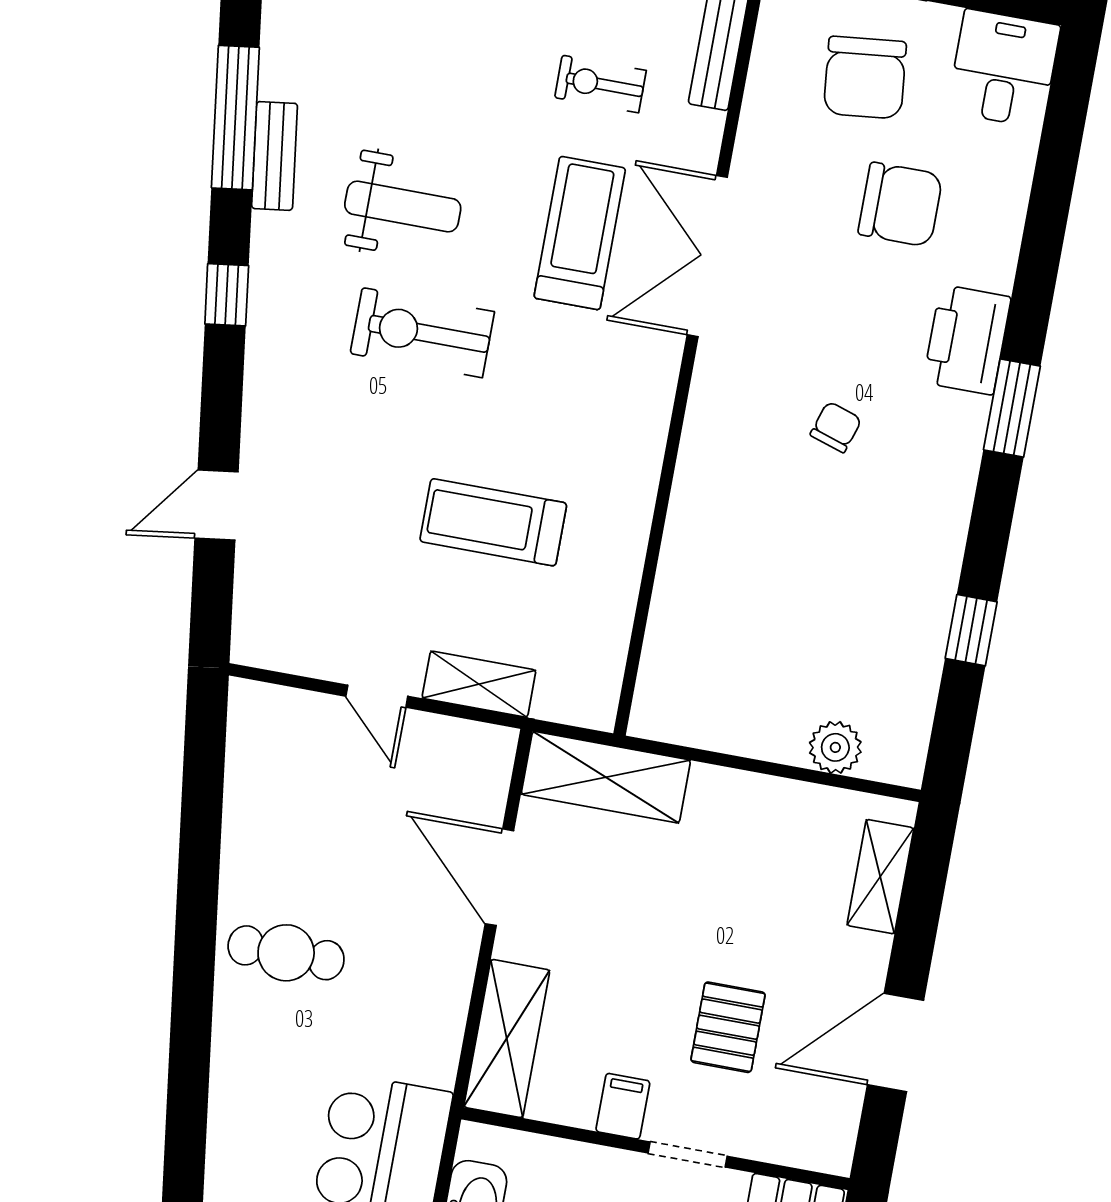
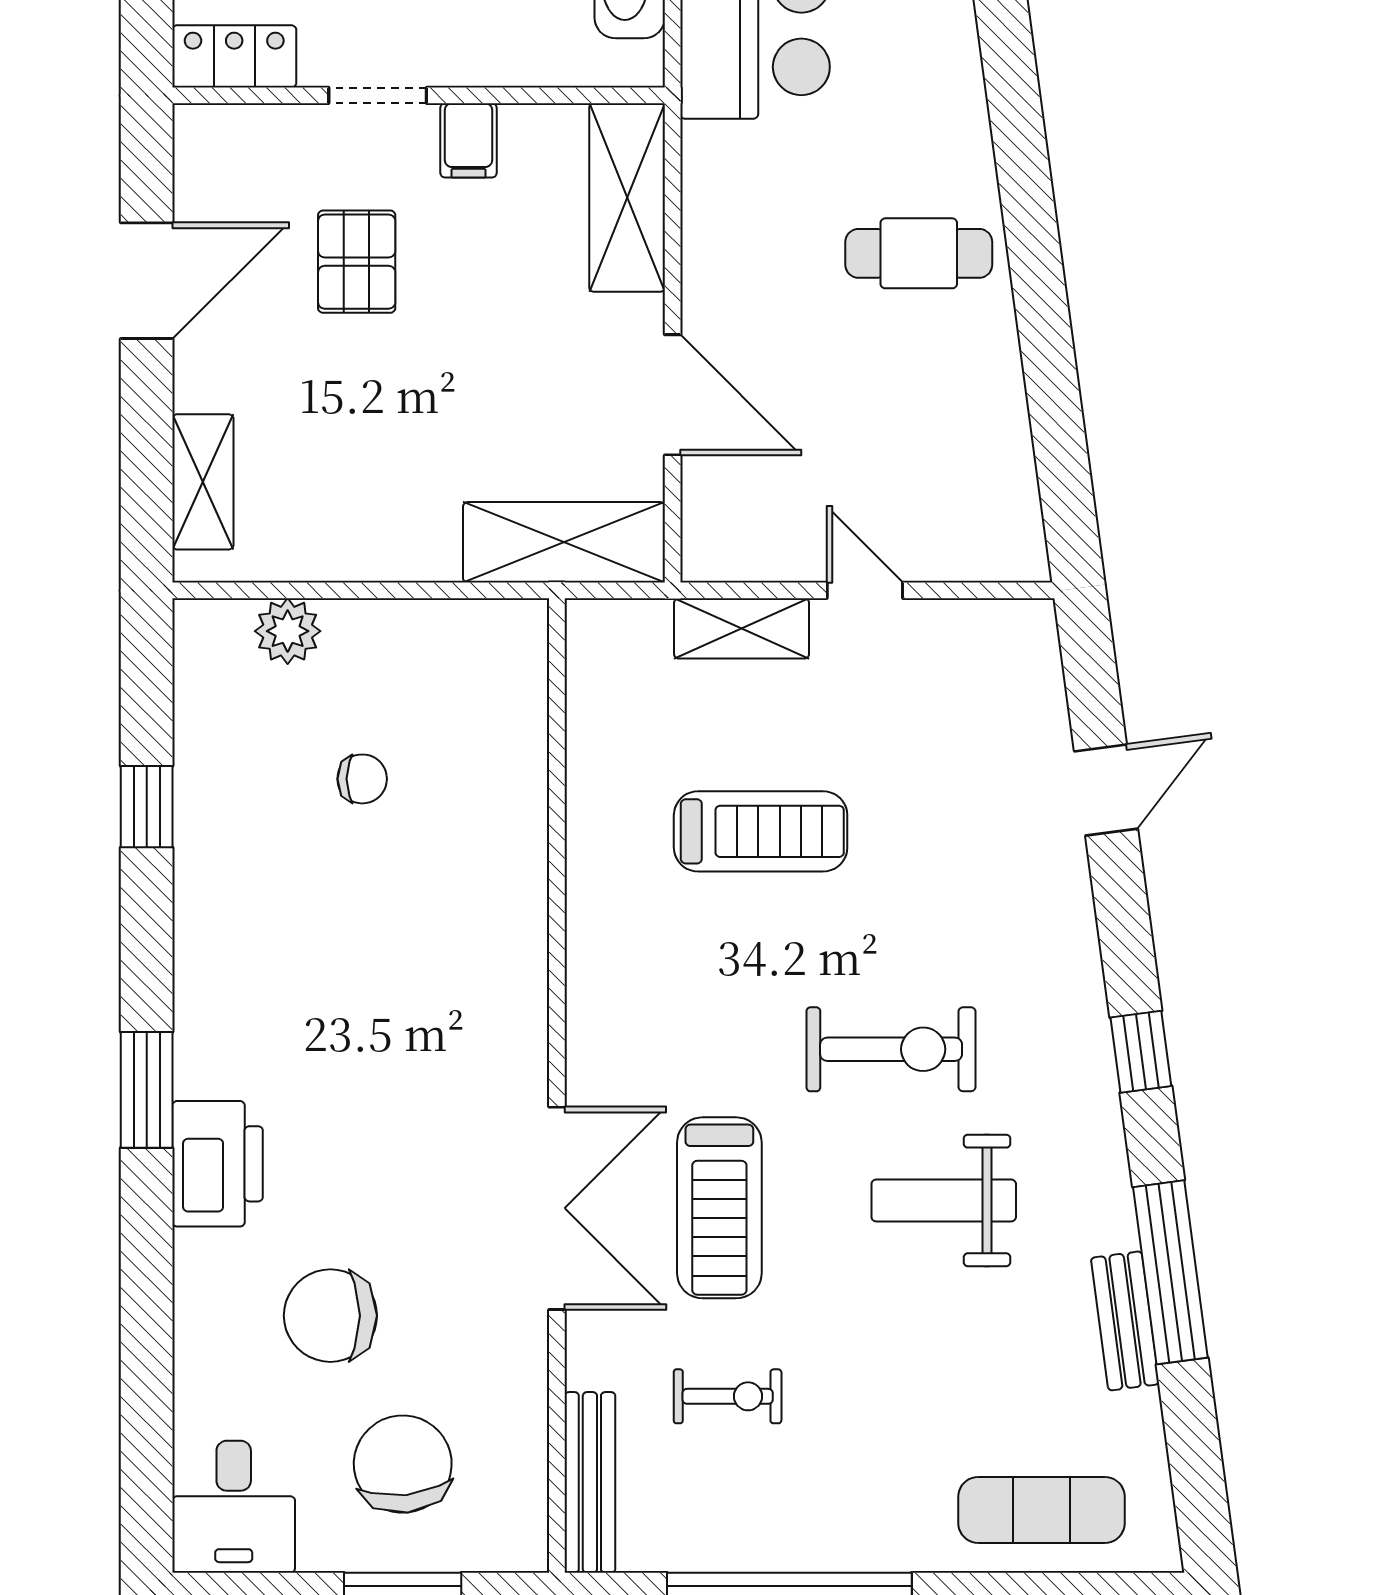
bench: (275, 156) -> (1125, 1321), moved
chair: (836, 427) -> (362, 779), moved, turned -108

